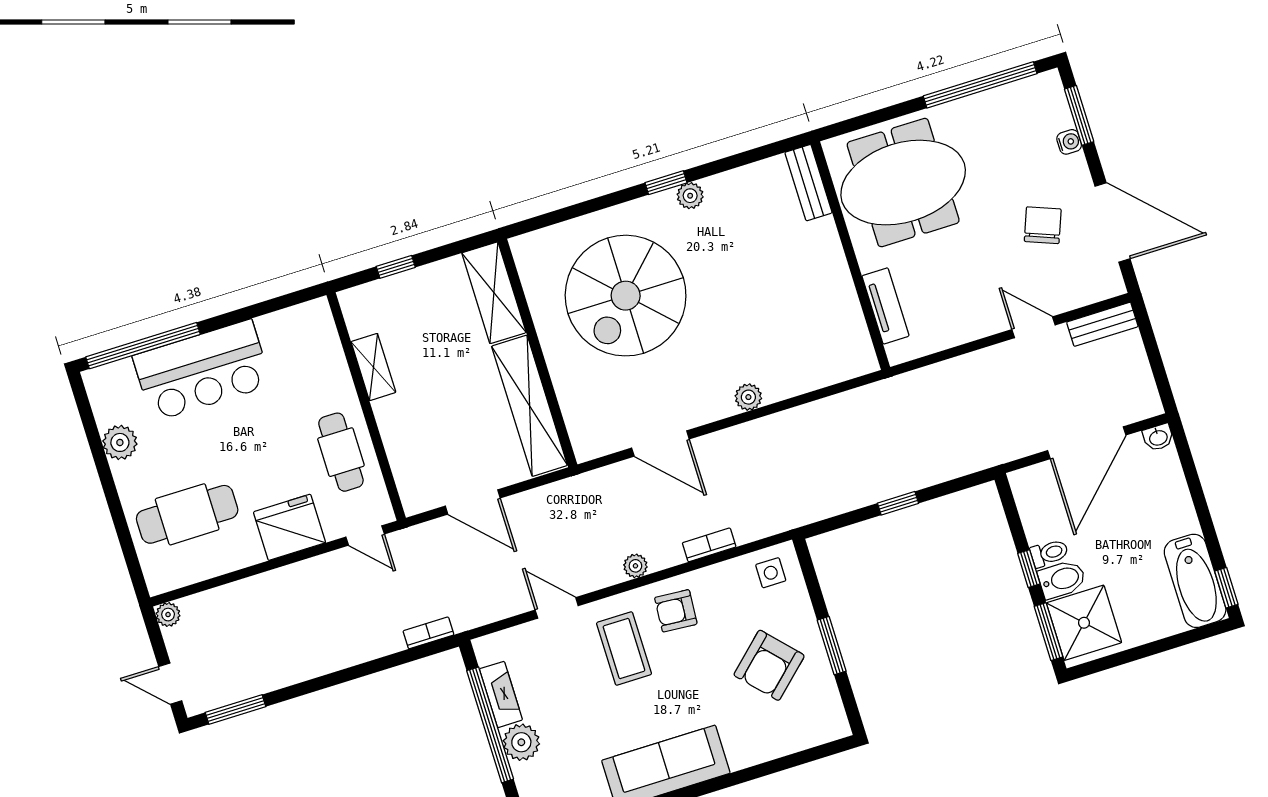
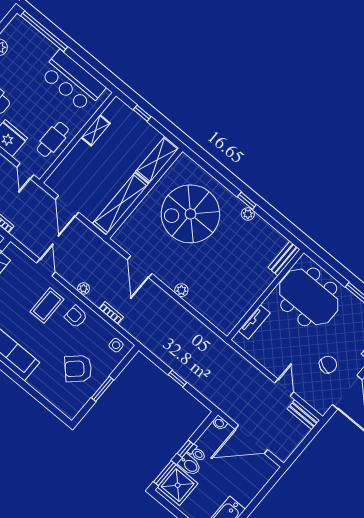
bar counter: (202, 370) -> (72, 81), moved
washbasin: (1158, 437) -> (220, 423), moved

